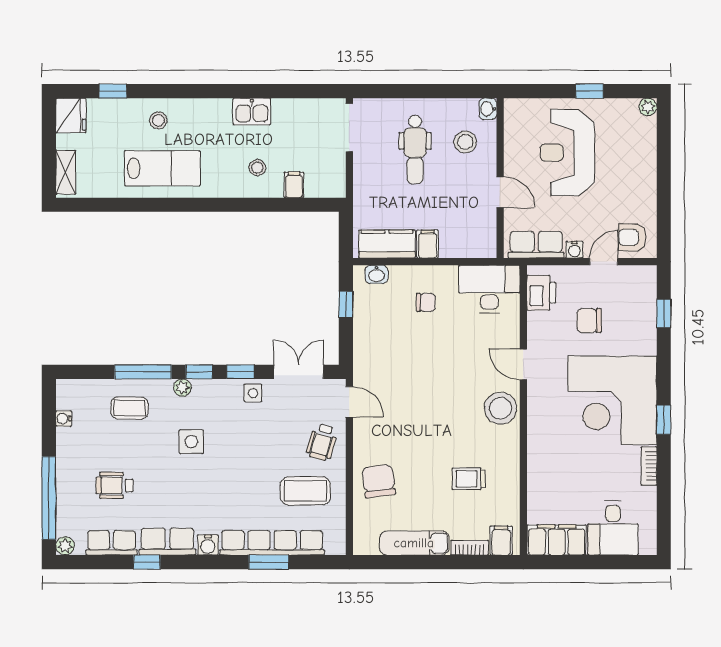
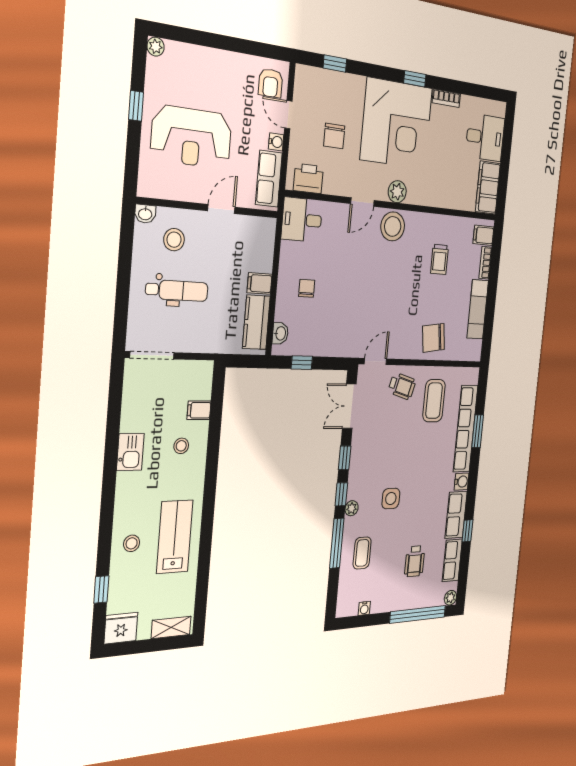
desk: (489, 289) -> (302, 220), width x0.73
side table: (253, 393) -> (361, 446), removed
plant: (539, 410) -> (397, 192), added

